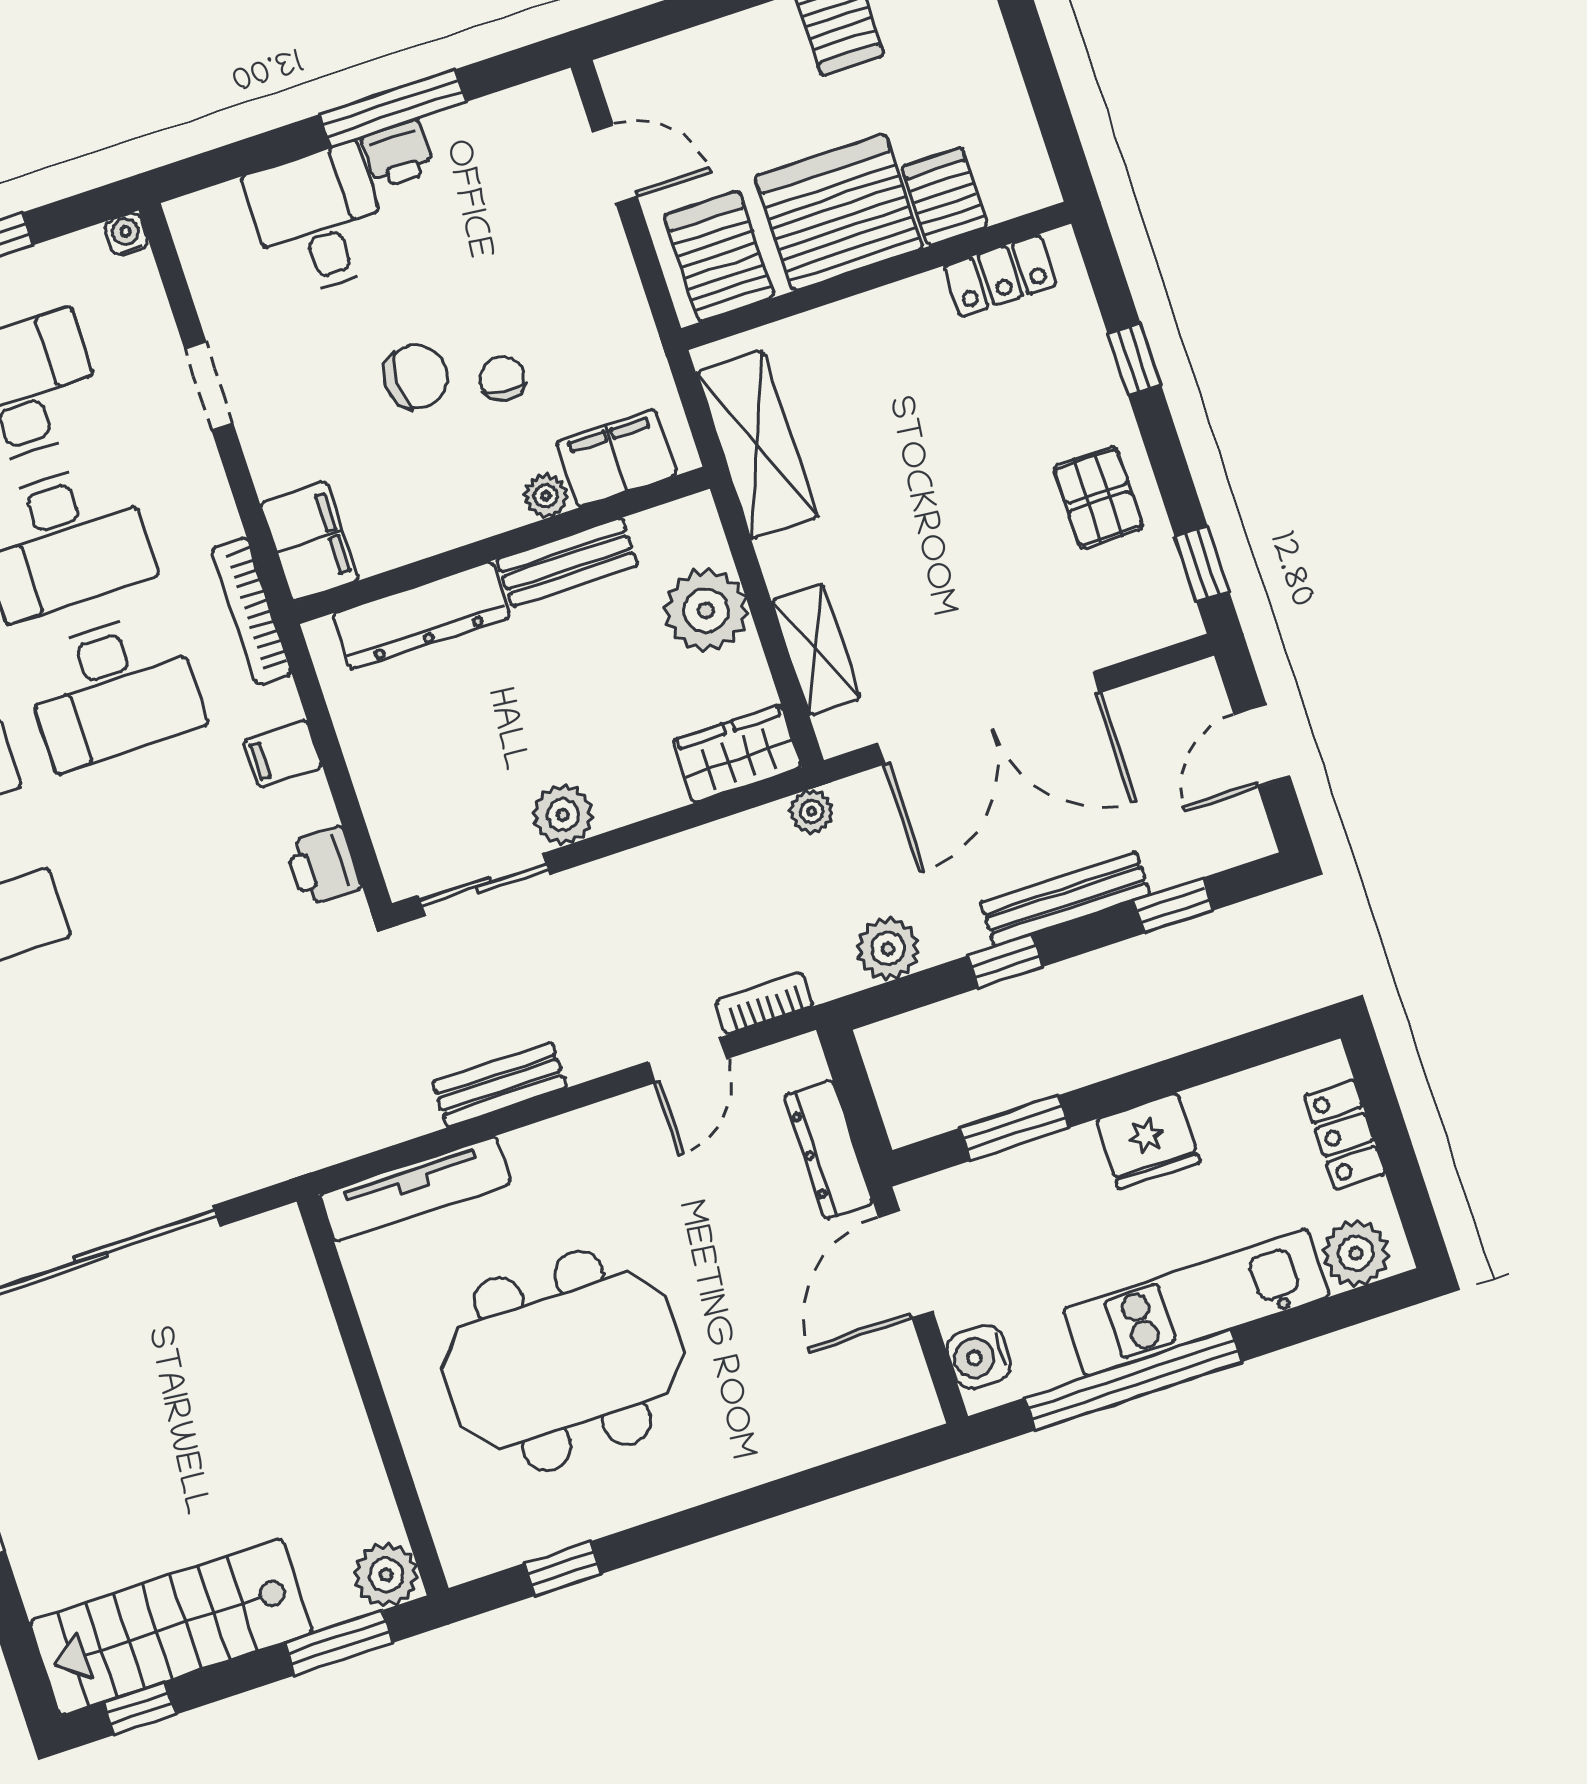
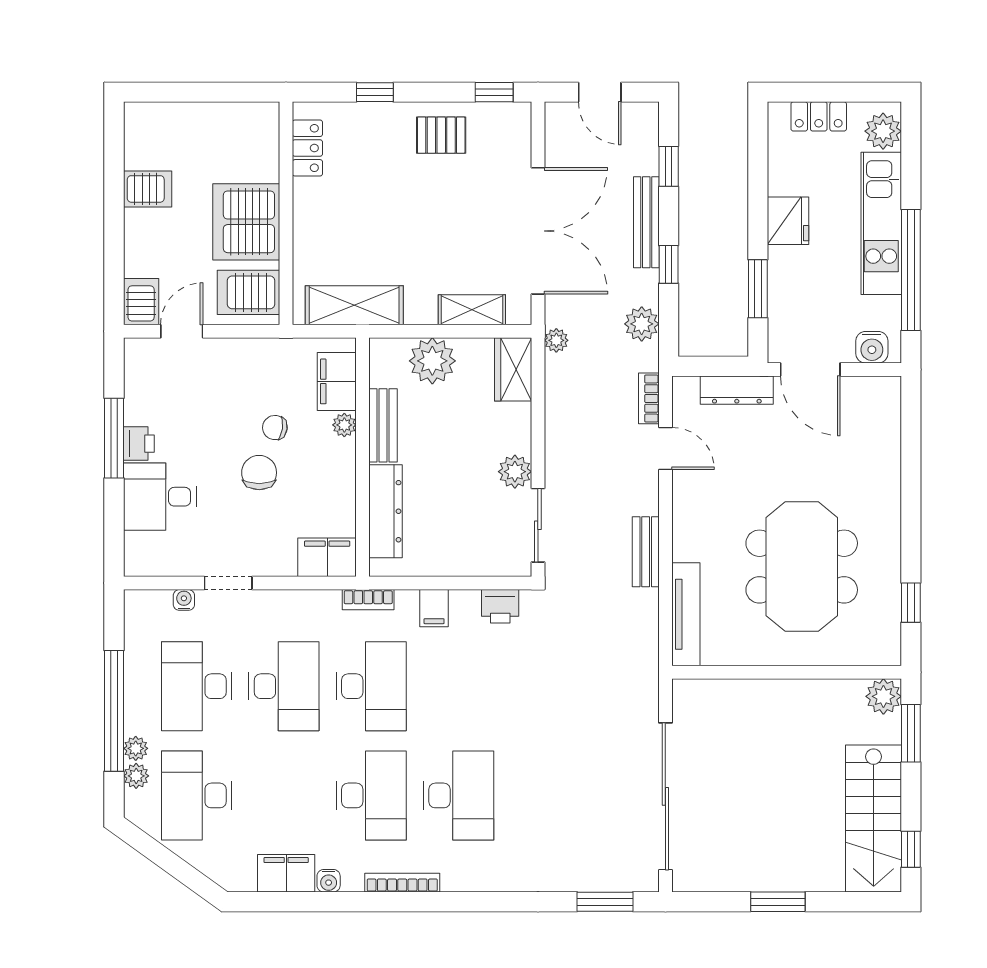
server rack: (945, 197) -> (141, 302), moved, turned 90
water cooler: (127, 234) -> (184, 600), moved, turned 90
bookcase: (252, 611) -> (368, 600), width x0.64

